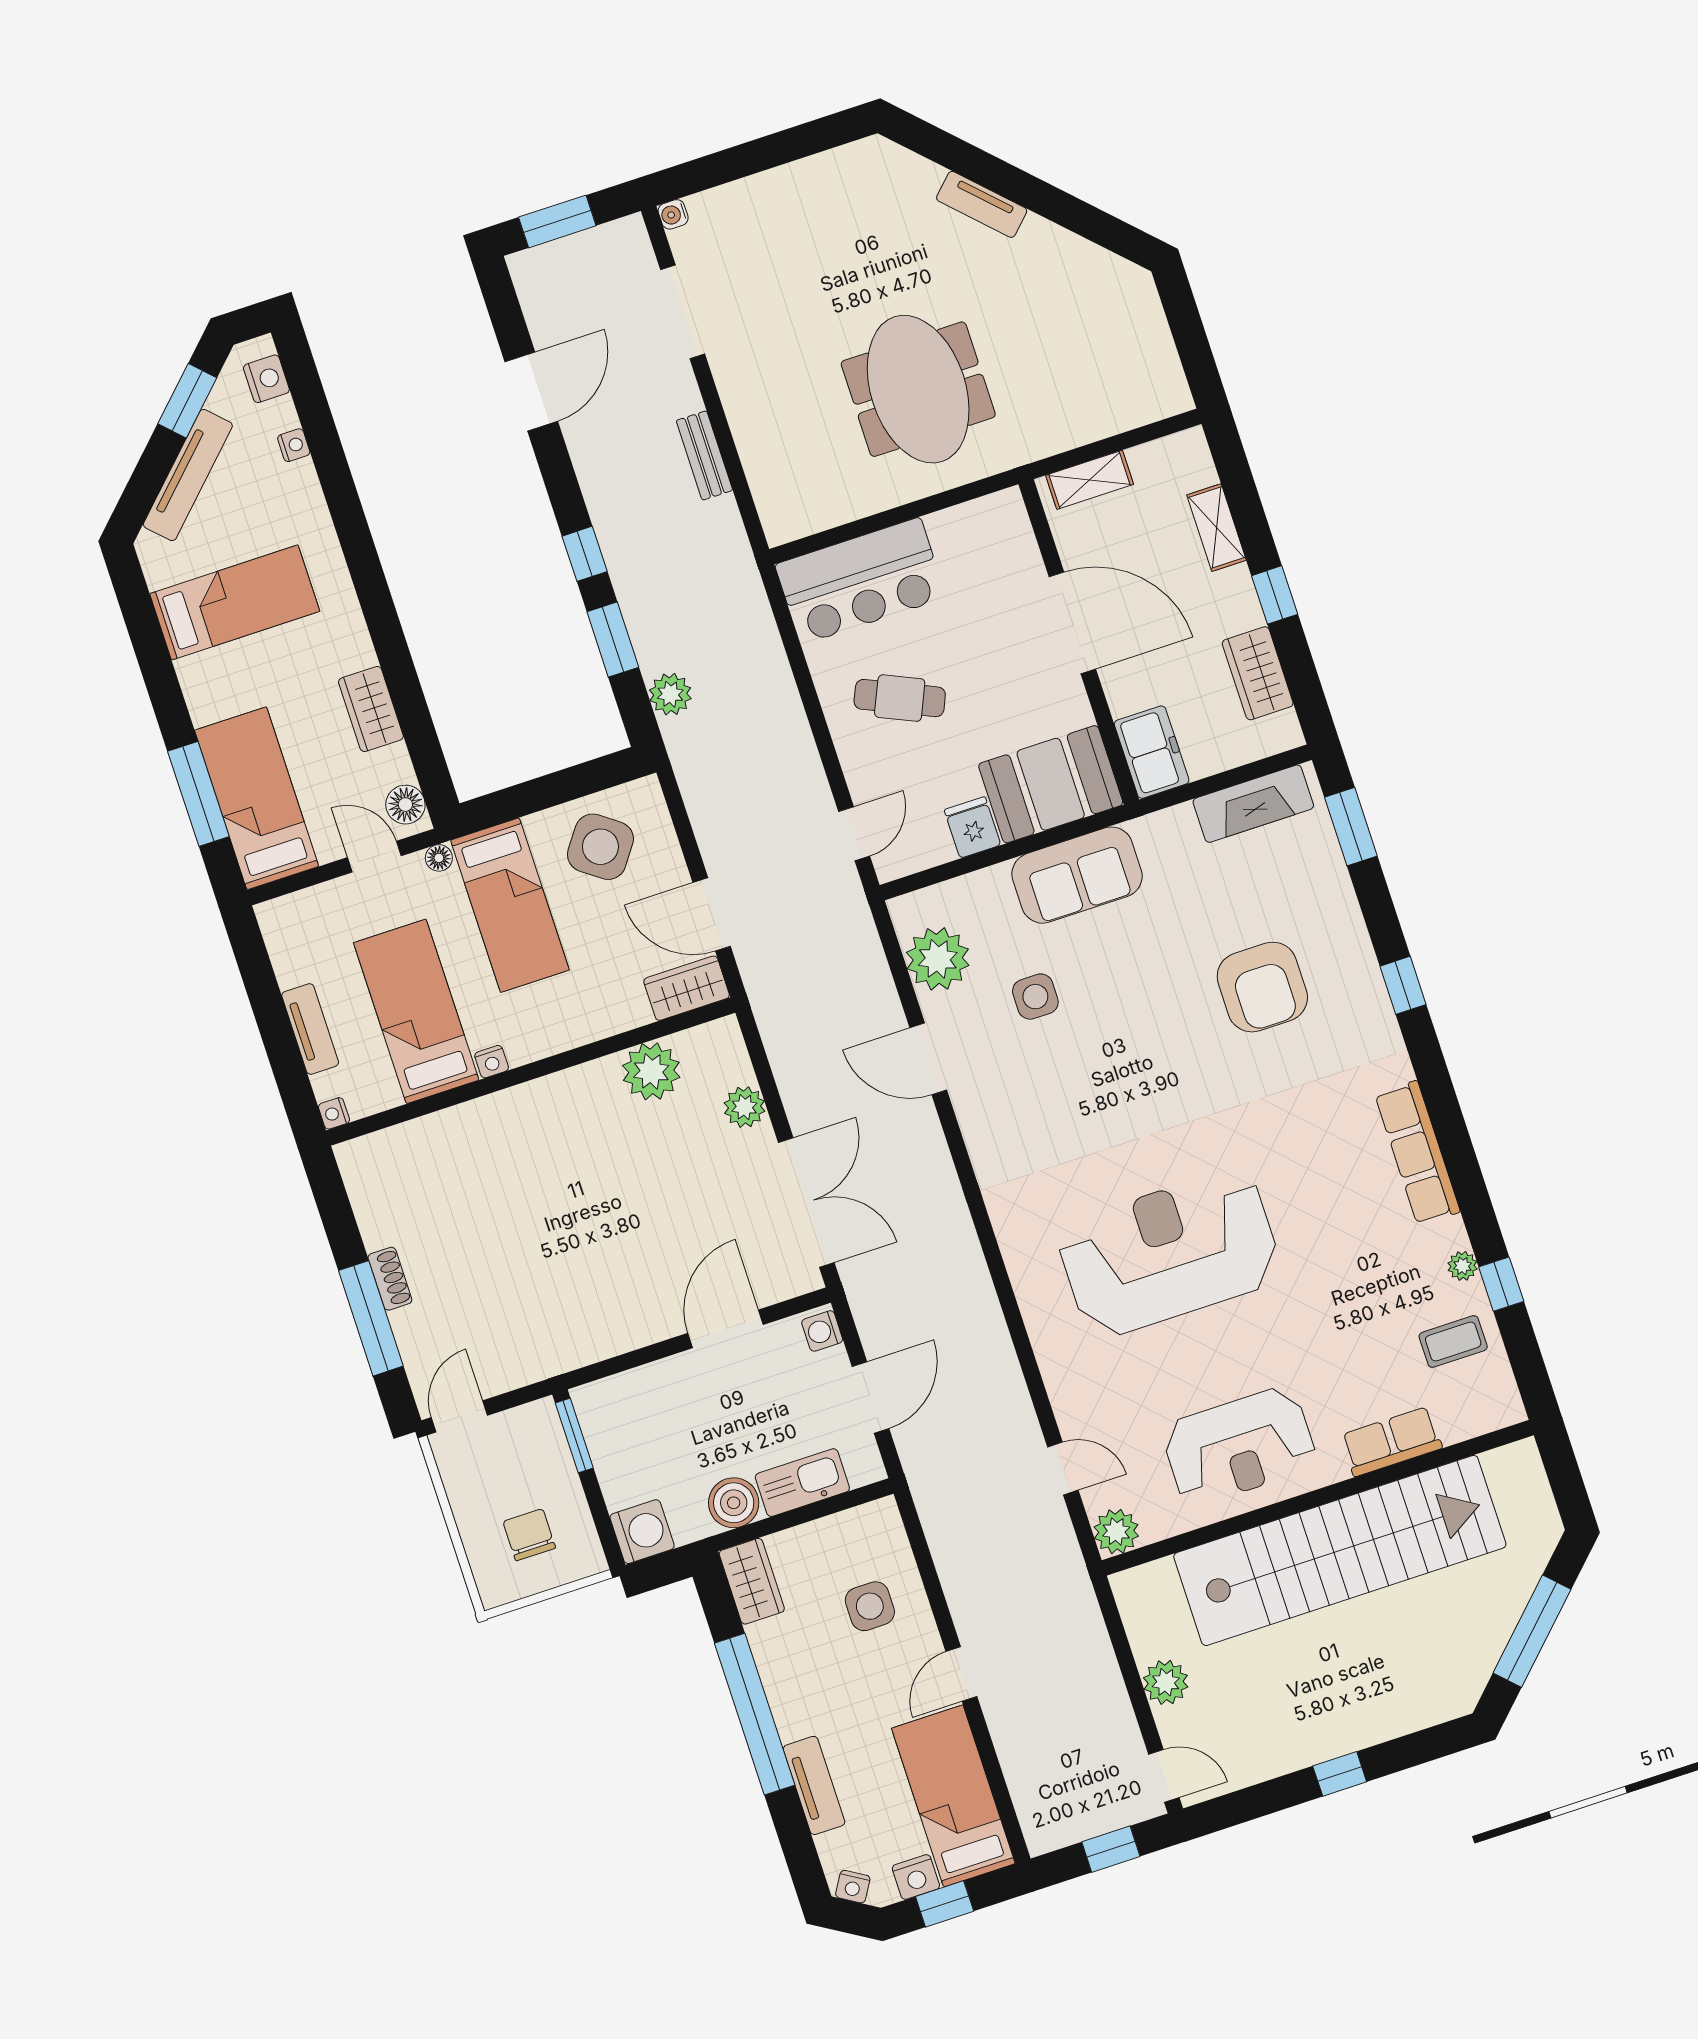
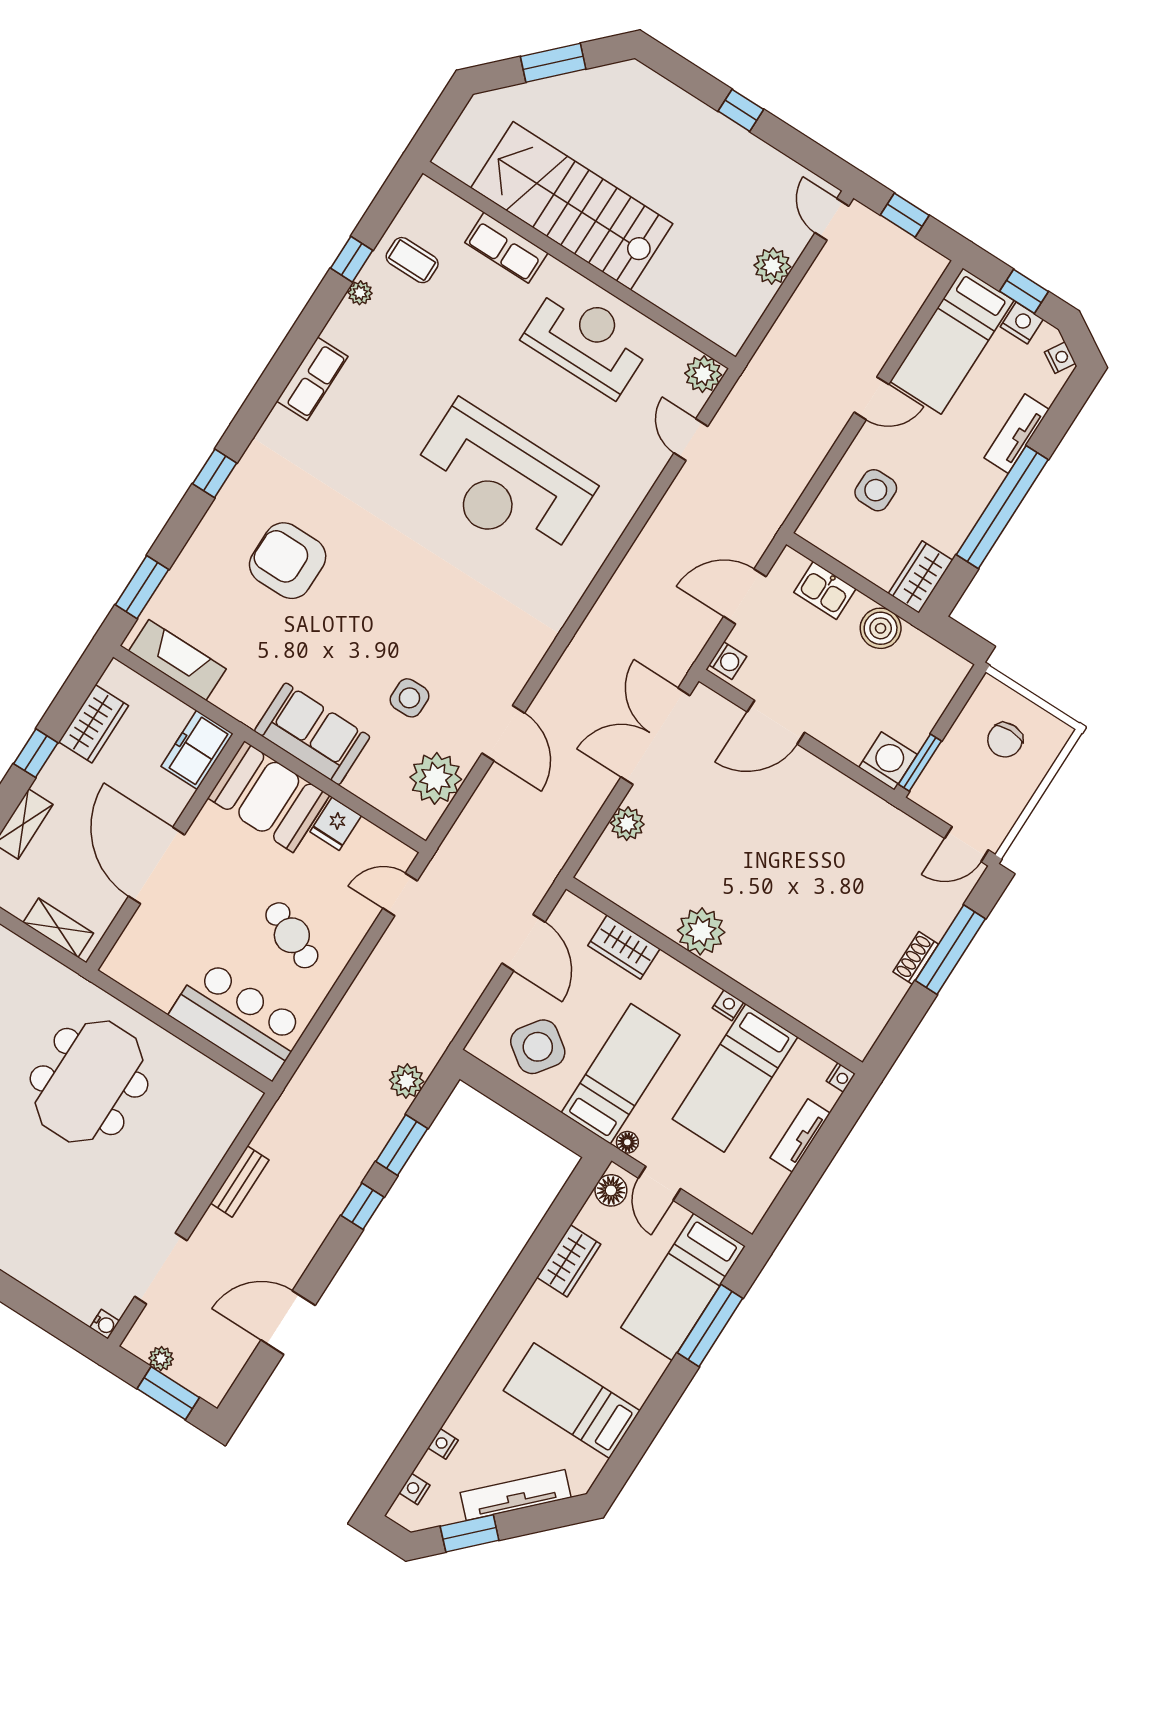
plant: (596, 242) -> (161, 1359), added
nightstand: (266, 379) -> (415, 1489), width x0.72, depth x0.74
armchair: (1262, 987) -> (288, 561), turned -90
wardrobe: (687, 988) -> (624, 947), moved
plant: (651, 1071) -> (701, 931), moved
row of seats: (1417, 1153) -> (312, 379), width x0.68
kitchen sink: (802, 1483) -> (825, 590), width x0.73
washing machine: (642, 1532) -> (888, 761), moved, turned 90
stairs: (1340, 1550) -> (572, 206), width x0.73
window: (1532, 1631) -> (553, 63), width x0.69

